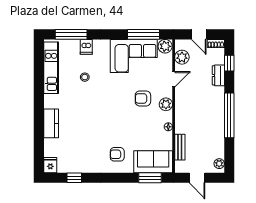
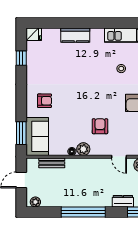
plant: (166, 104) -> (83, 149), moved
armchair: (117, 154) -> (45, 101), turned 90

